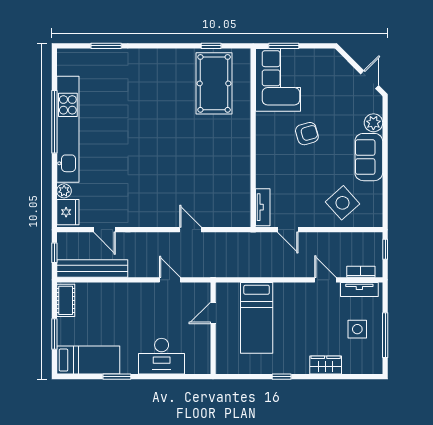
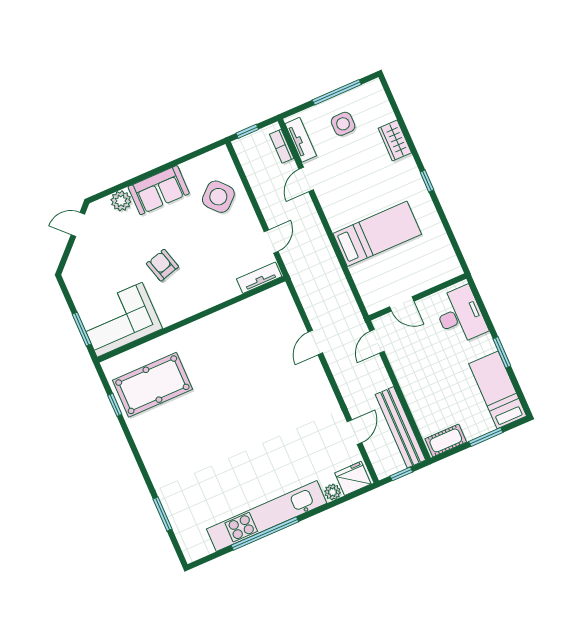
door: (213, 313) -> (402, 304), moved
wall: (213, 328) -> (418, 297), moved

